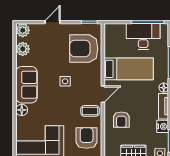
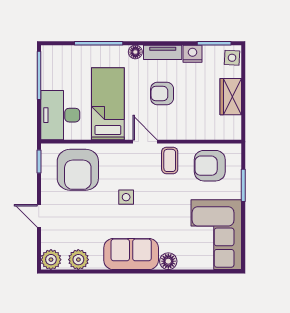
desk: (143, 37) -> (60, 115), moved
armchair: (121, 120) -> (162, 94), moved, turned 180

